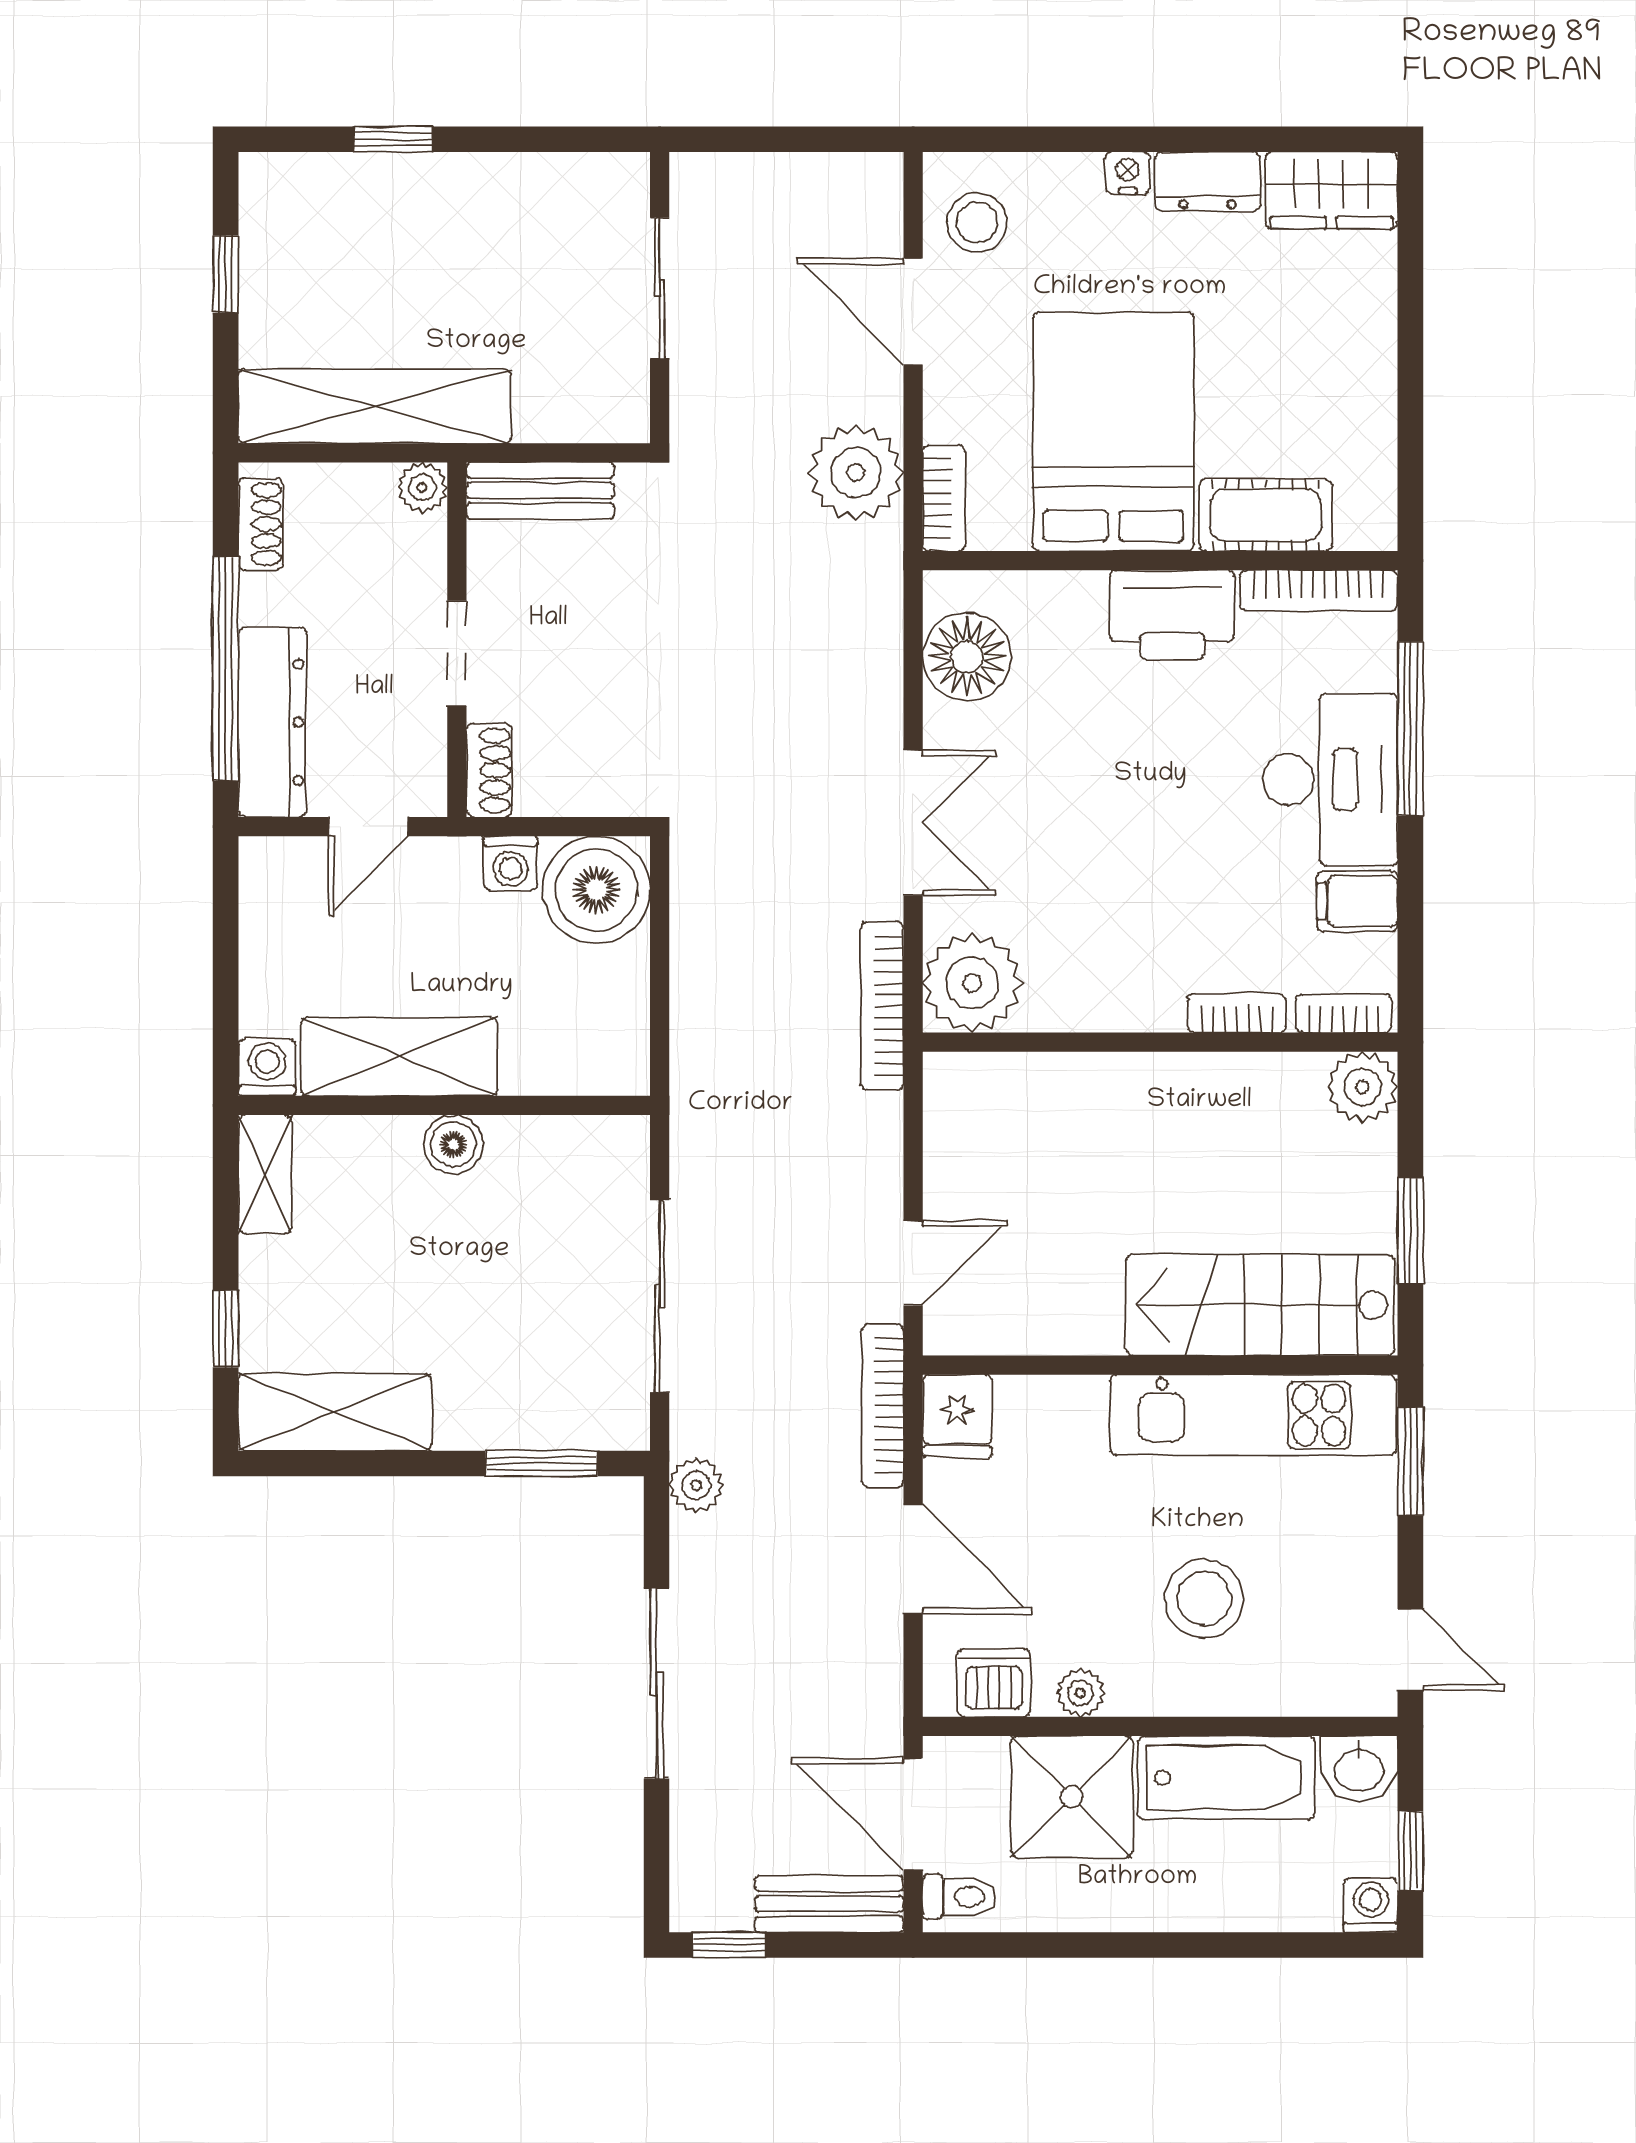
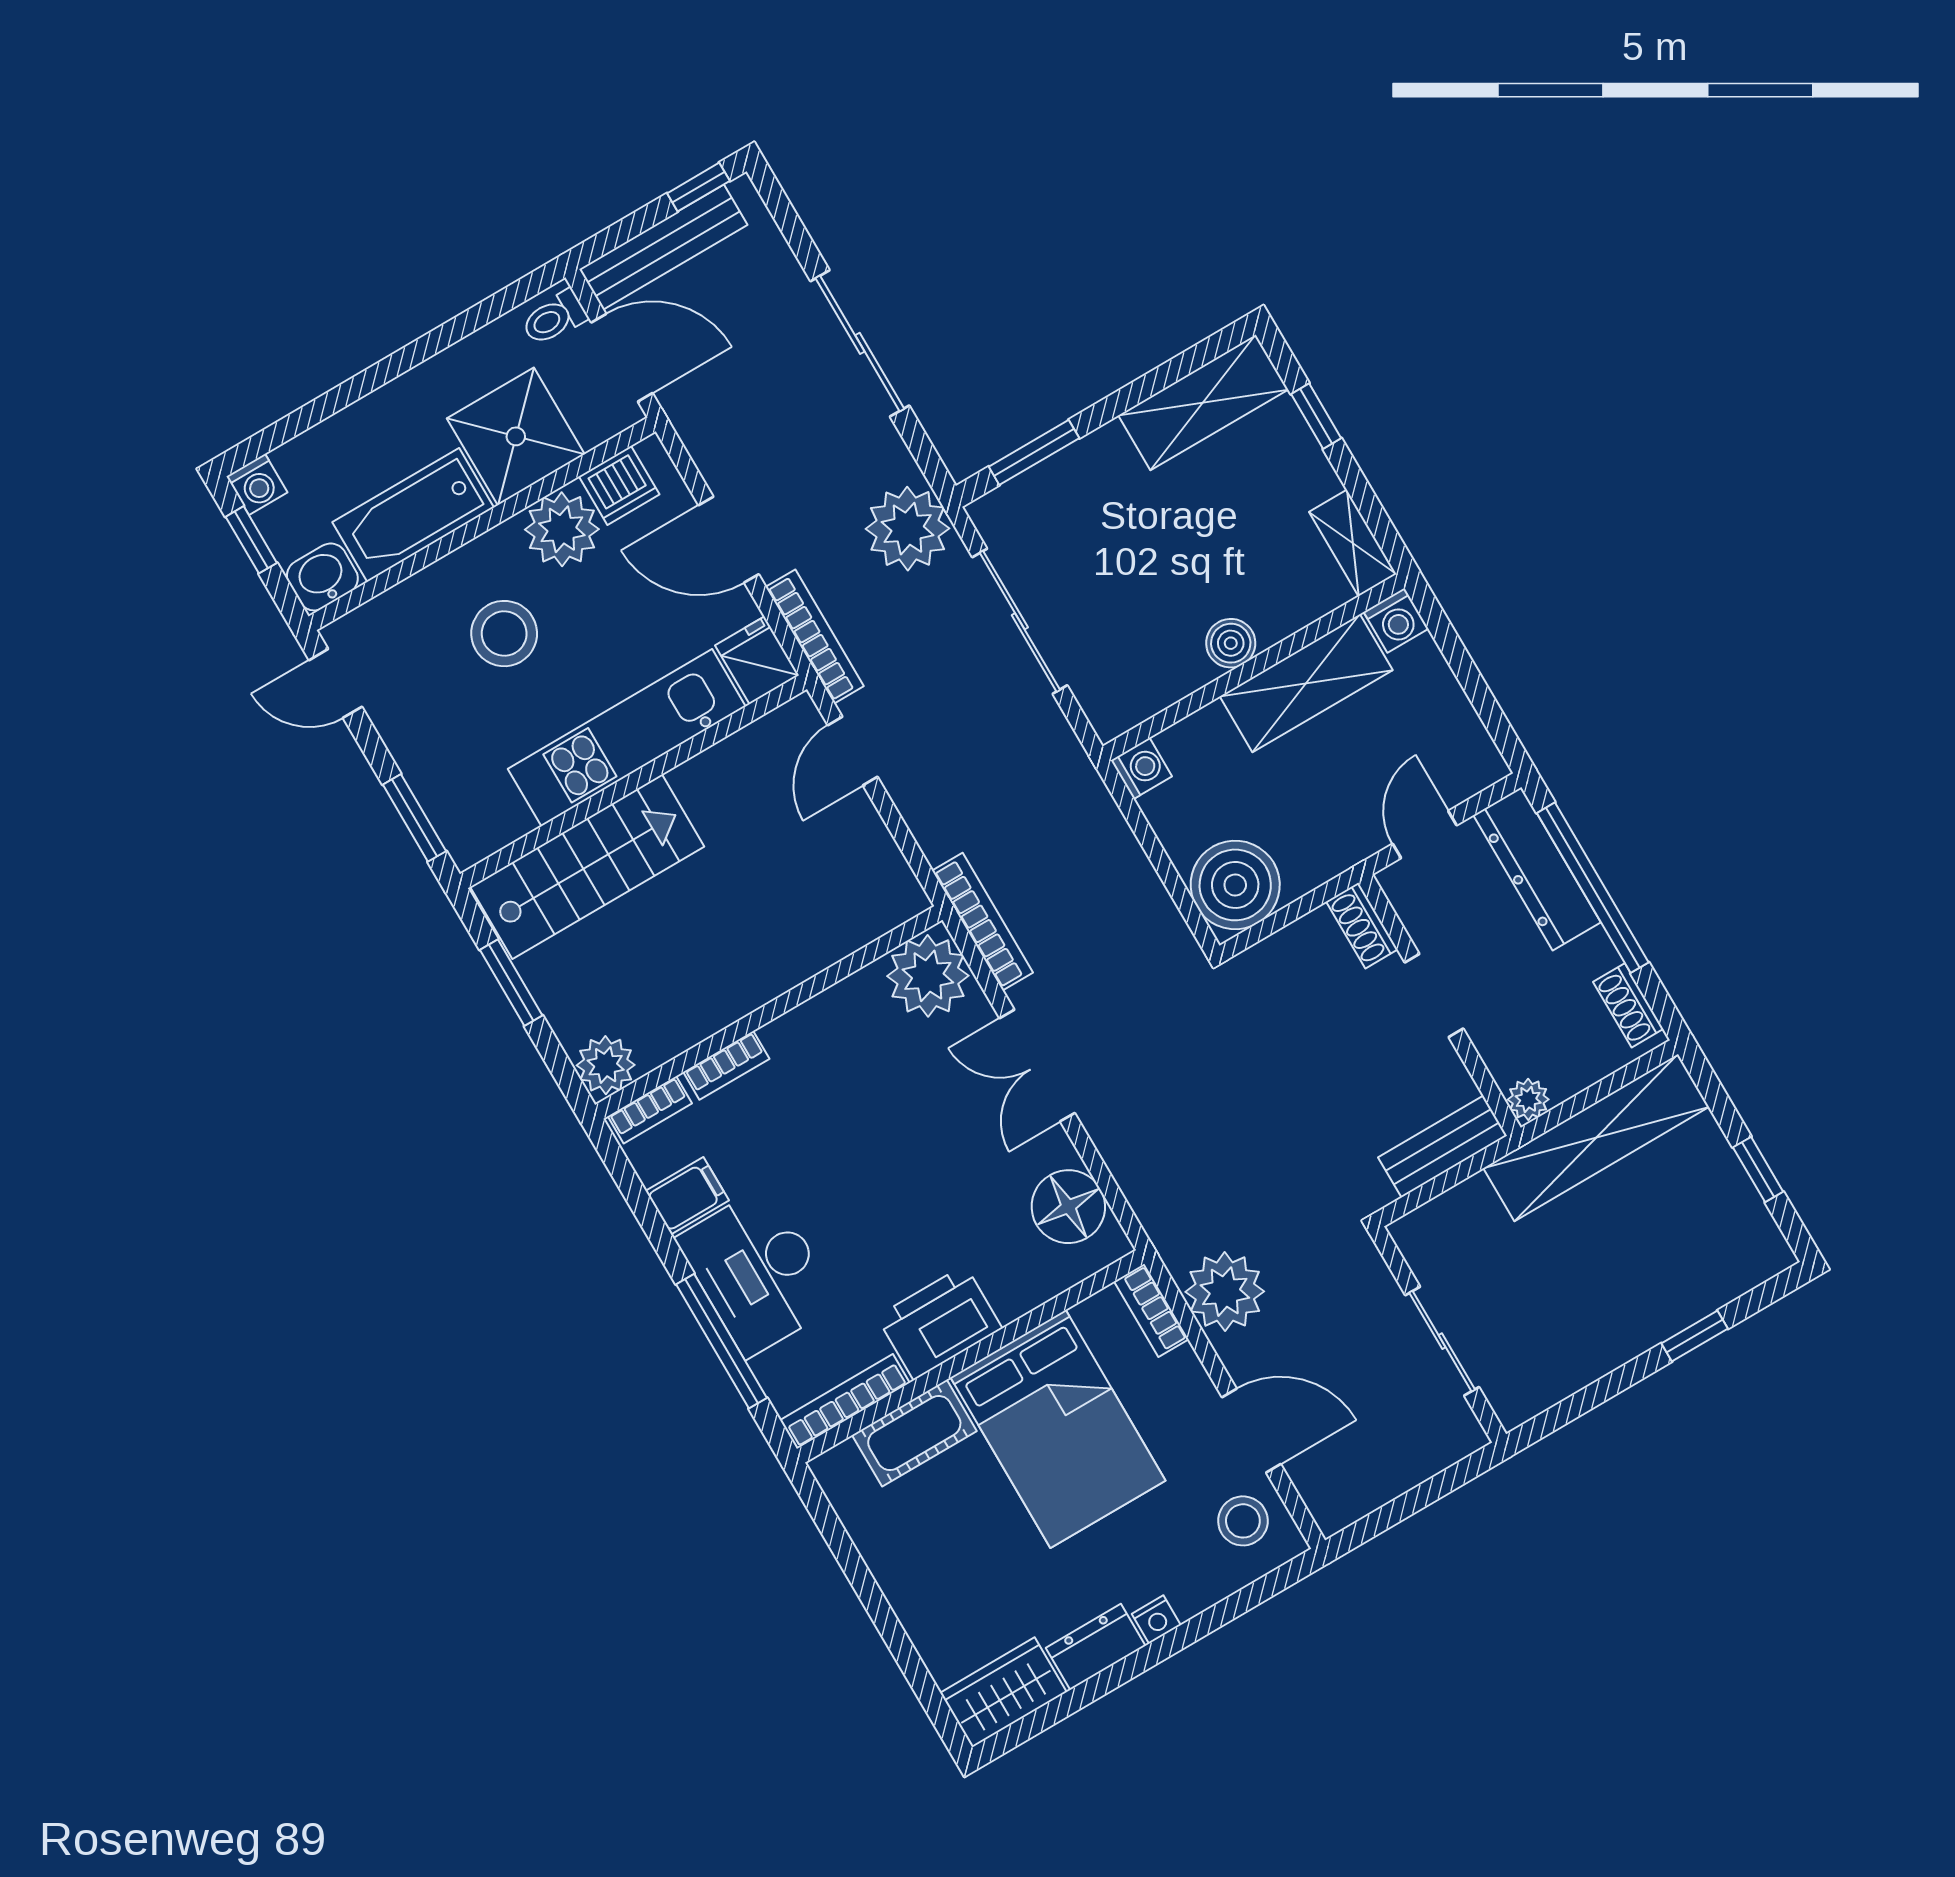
washing machine: (510, 863) -> (1141, 768), moved, turned 90
kitchen unit: (1253, 1415) -> (627, 738), moved
plant: (696, 1485) -> (908, 529), width x1.87, depth x1.87
plant: (1080, 1693) -> (562, 529), width x1.87, depth x1.87
bench: (829, 1904) -> (663, 247), width x1.36

